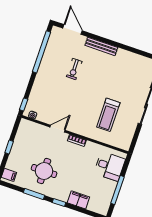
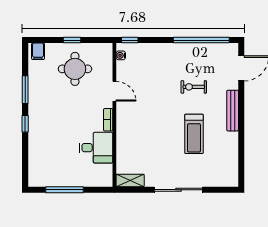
treadmill: (108, 115) -> (194, 134), moved, turned -90
shelving: (127, 139) -> (130, 181), added
desk: (110, 166) -> (96, 148), moved, turned -90
round table: (44, 171) -> (75, 69), moved
filing cabinet: (78, 200) -> (36, 146), removed

